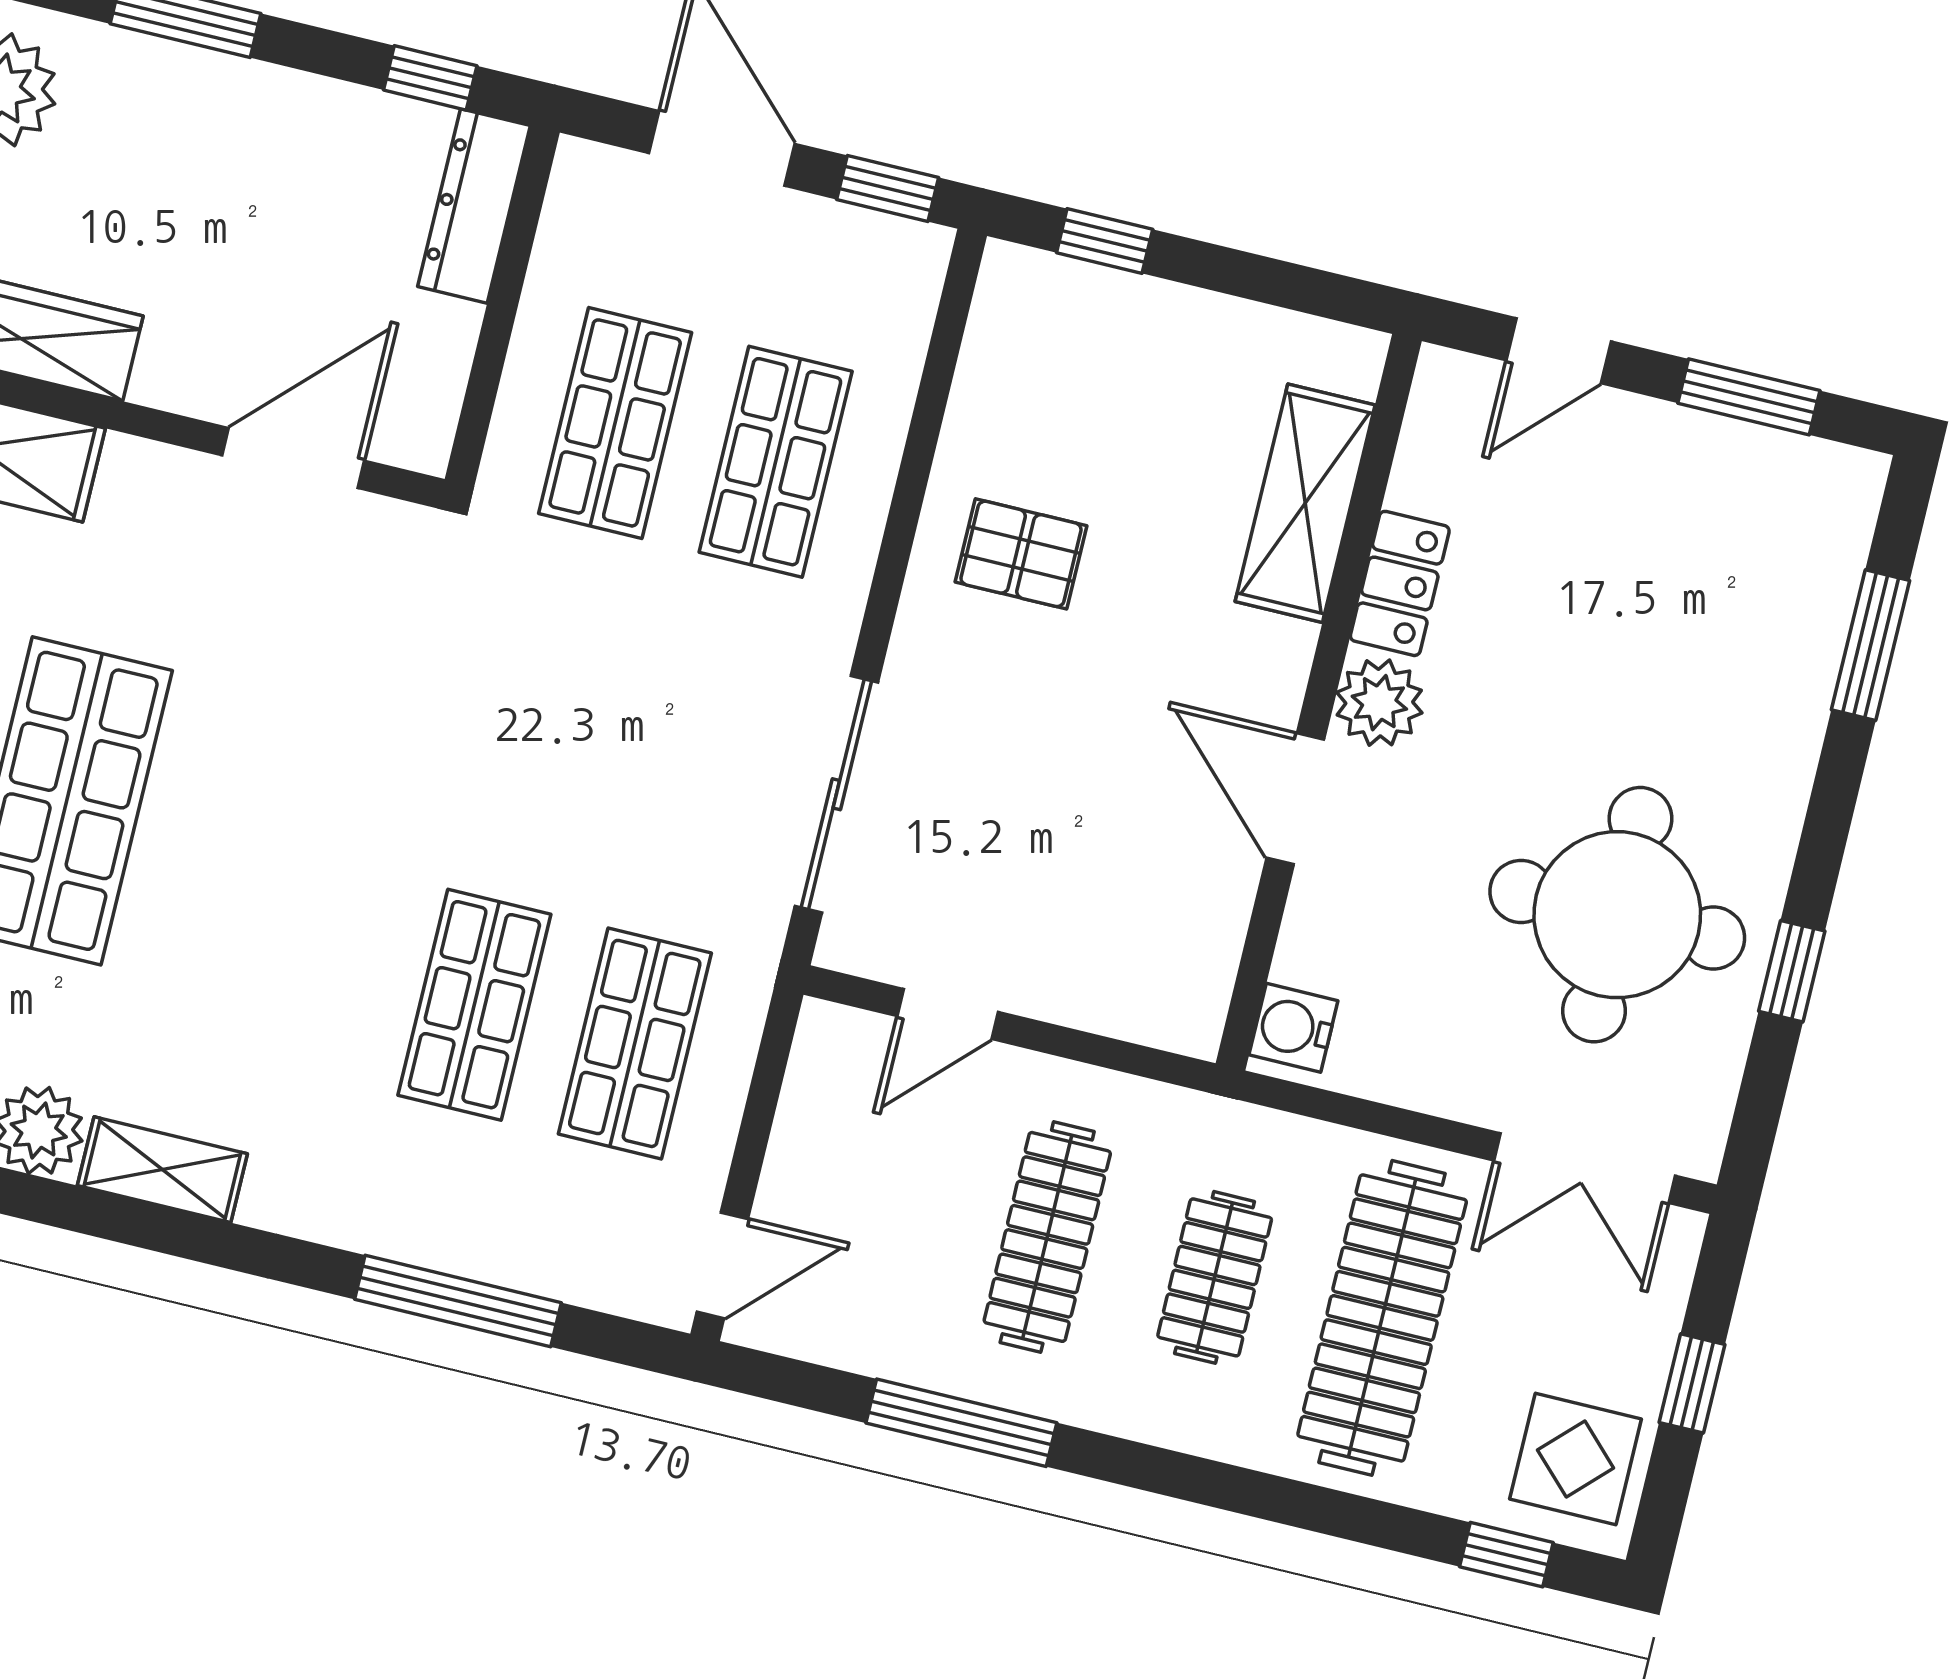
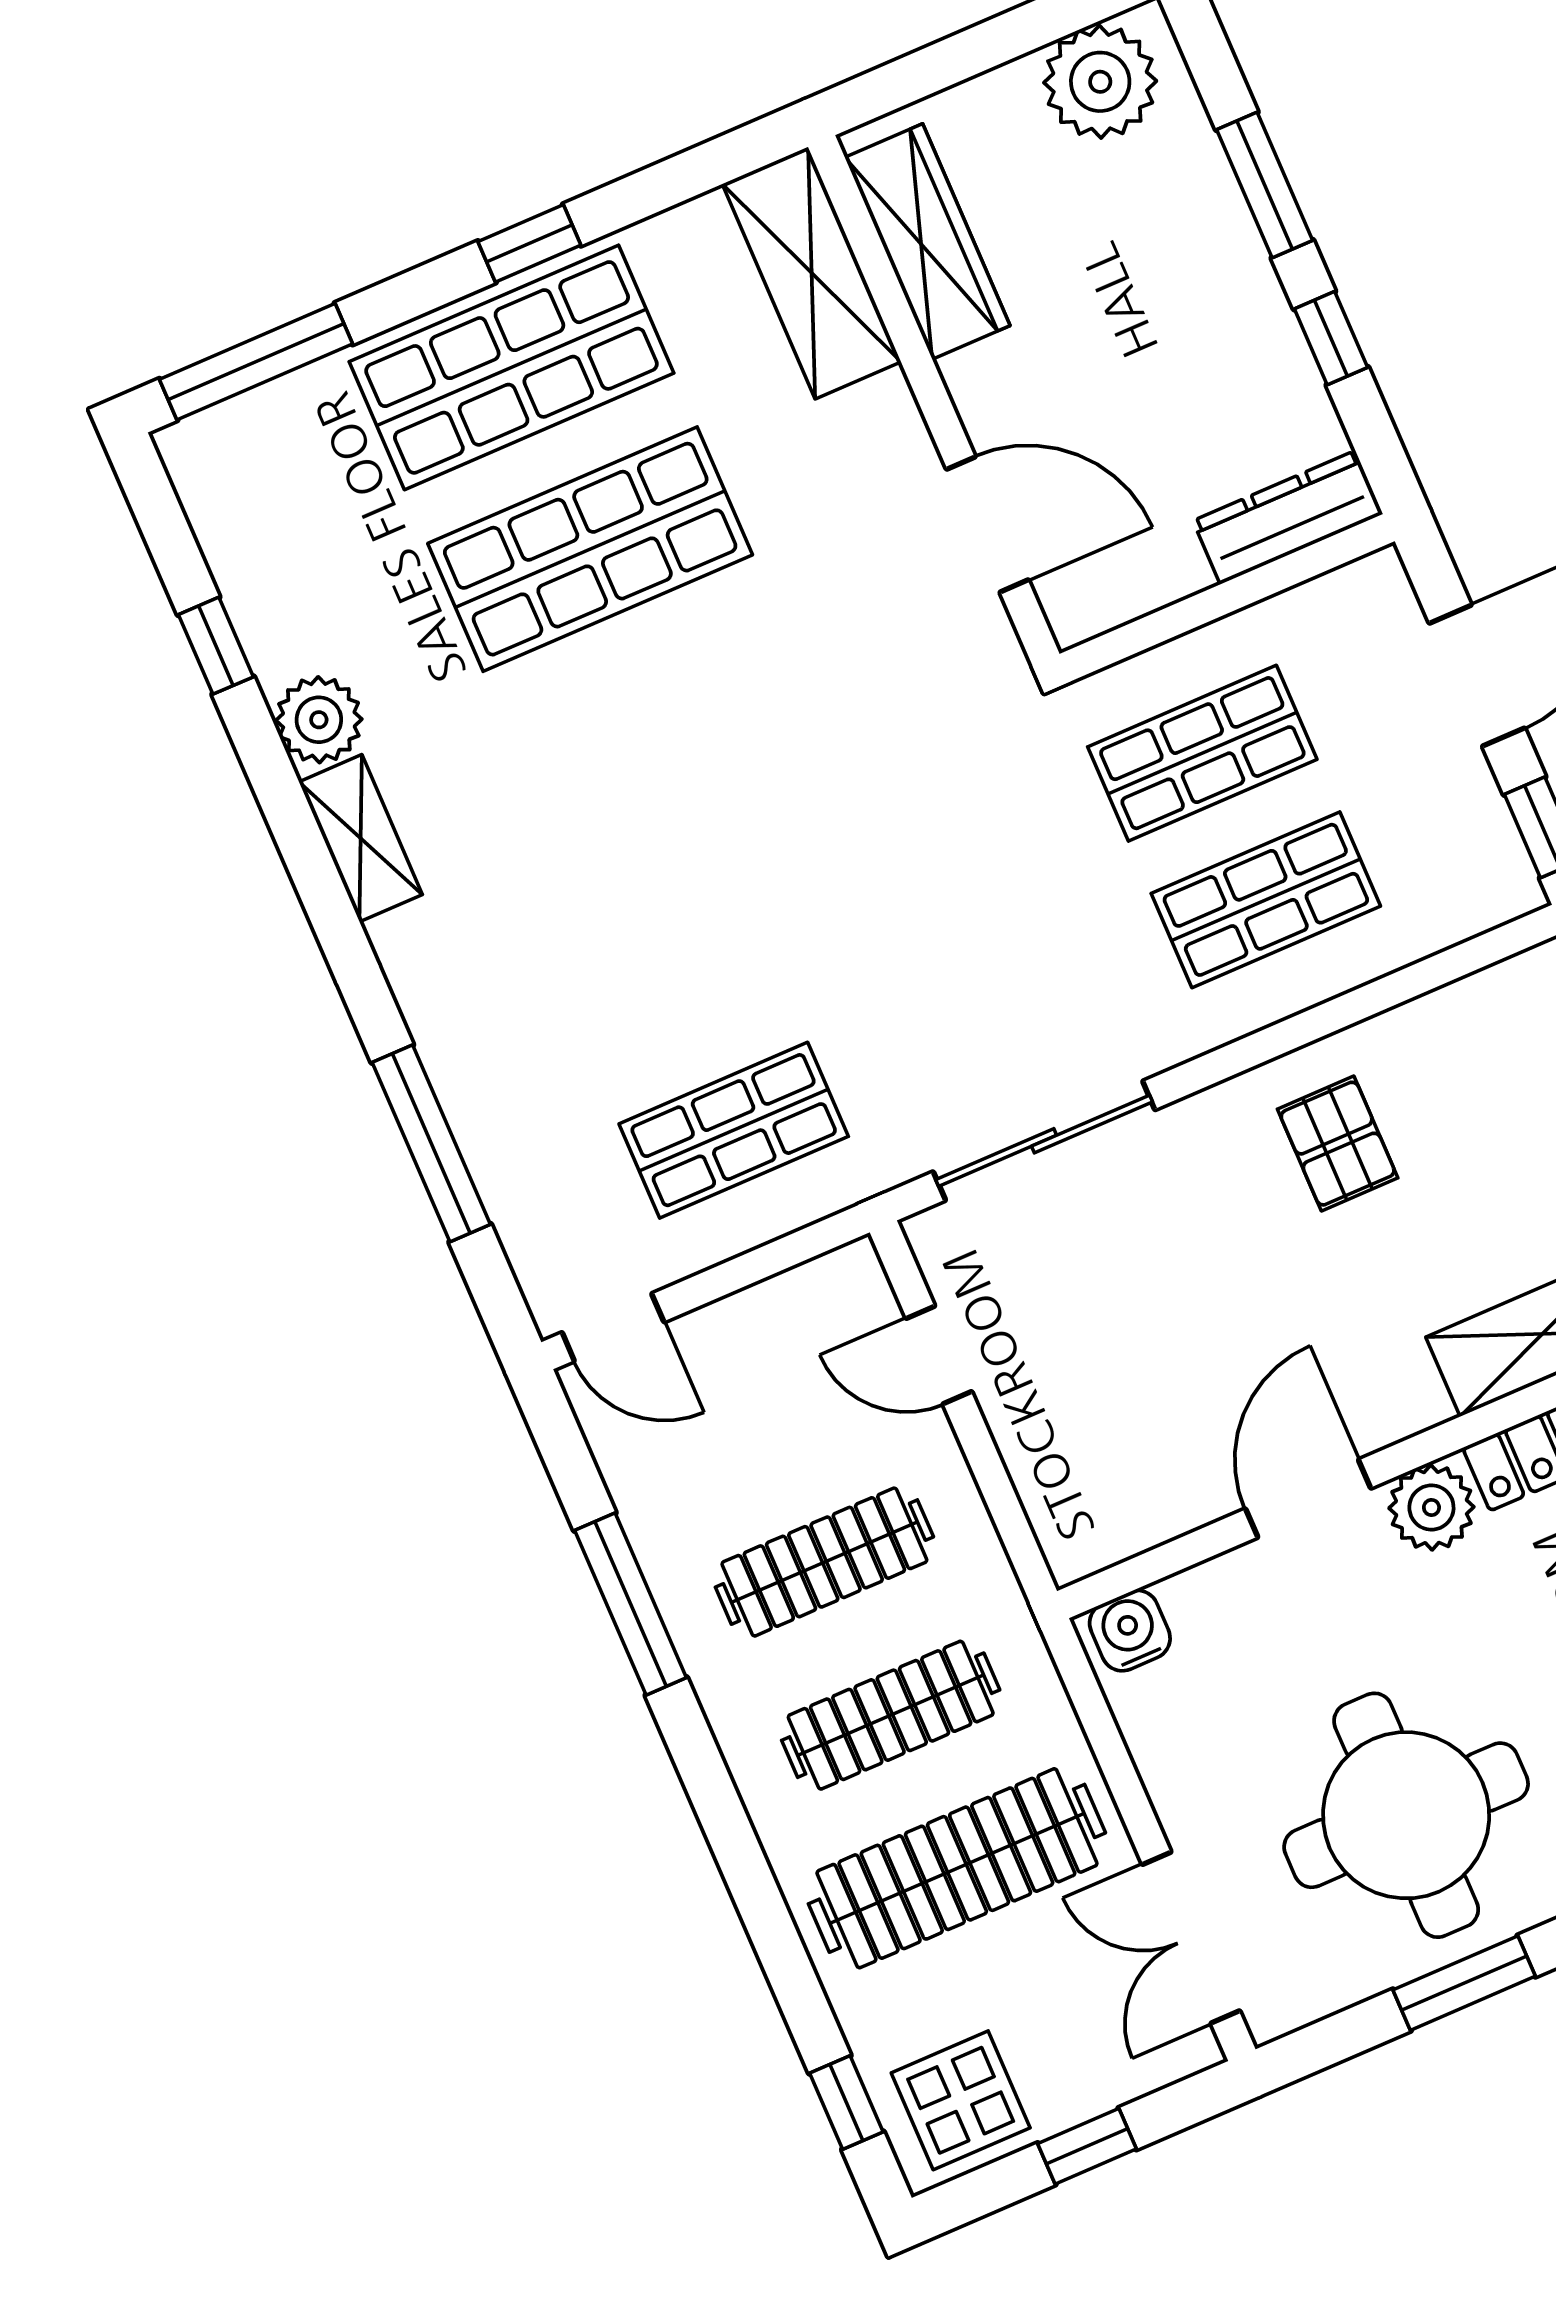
window: (430, 78) -> (1331, 338), moved
window: (1792, 971) -> (1464, 1983), width x1.50
shop shelf: (474, 1005) -> (670, 983), removed
clothes rail: (1215, 1277) -> (891, 1715), width x1.36

